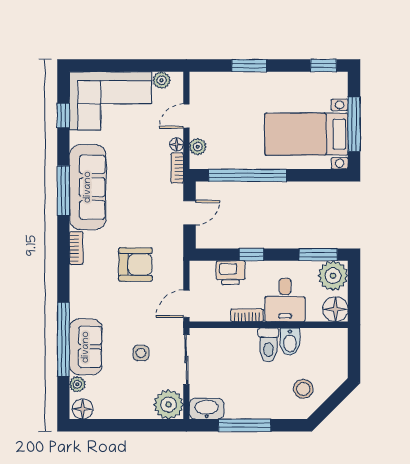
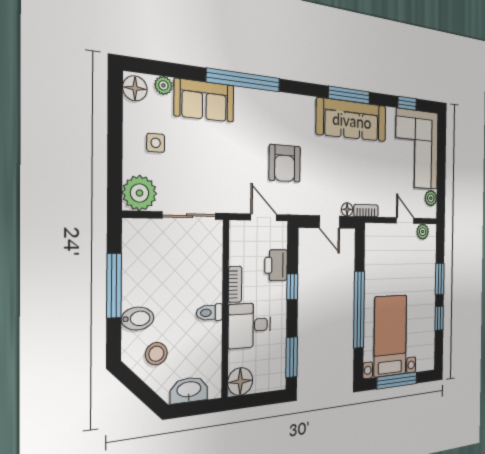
window: (323, 66) -> (439, 318), moved
floor lamp: (177, 144) -> (347, 209), moved
plant: (198, 147) -> (423, 232), moved
window: (248, 175) -> (359, 310), moved
bookcase: (76, 248) -> (300, 102), removed
plant: (333, 276) -> (272, 375), removed
door: (186, 304) -> (264, 217), moved
window: (63, 339) -> (244, 80), moved
bidet: (290, 342) -> (138, 319), moved, turned 180
toilet: (268, 345) -> (209, 313), width x0.73, depth x0.72
side table: (141, 353) -> (156, 143), moved
washbasin: (207, 409) -> (189, 390), moved, turned -90

